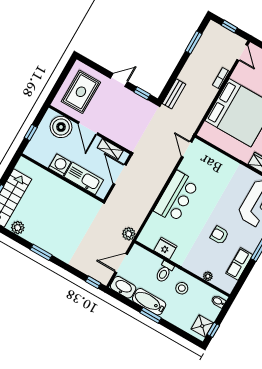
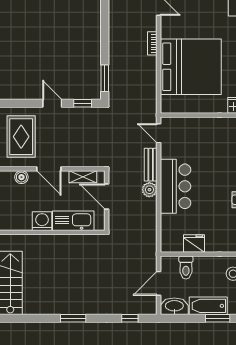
window: (194, 42) -> (105, 78), moved
door: (119, 80) -> (52, 103), hinge flipped
bench: (174, 94) -> (151, 165), moved
boiler: (61, 127) -> (21, 177), width x0.54, depth x0.54
plant: (18, 228) -> (36, 307), removed
plant: (129, 234) -> (149, 190), moved
toilet: (164, 272) -> (186, 267), moved
window: (93, 282) -> (130, 318), moved

